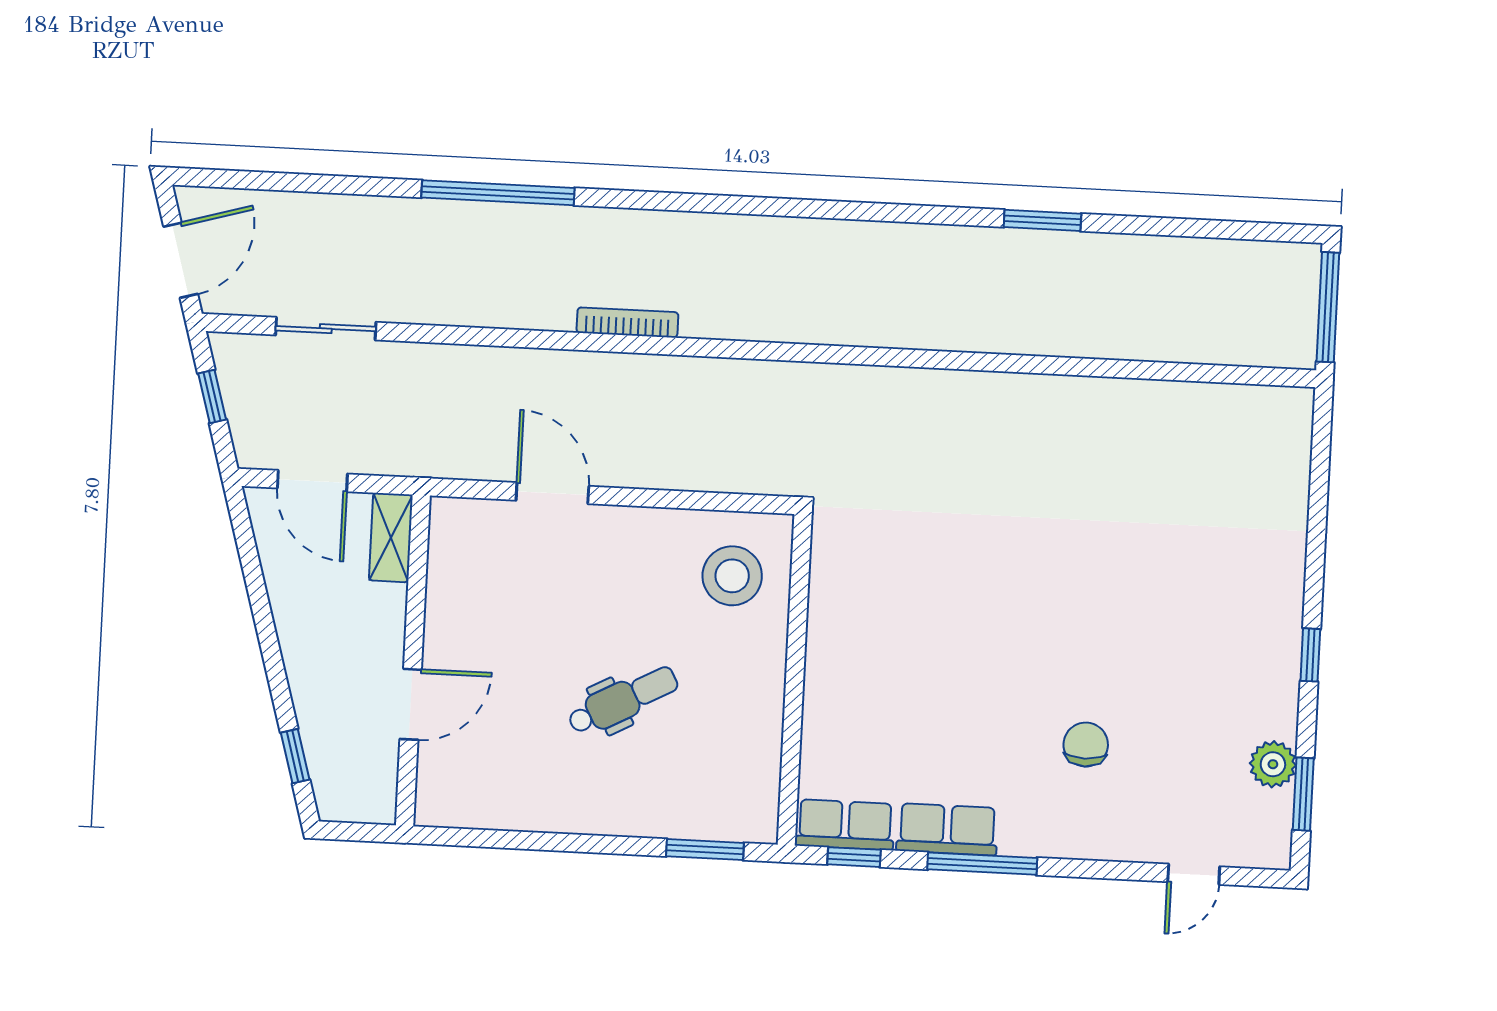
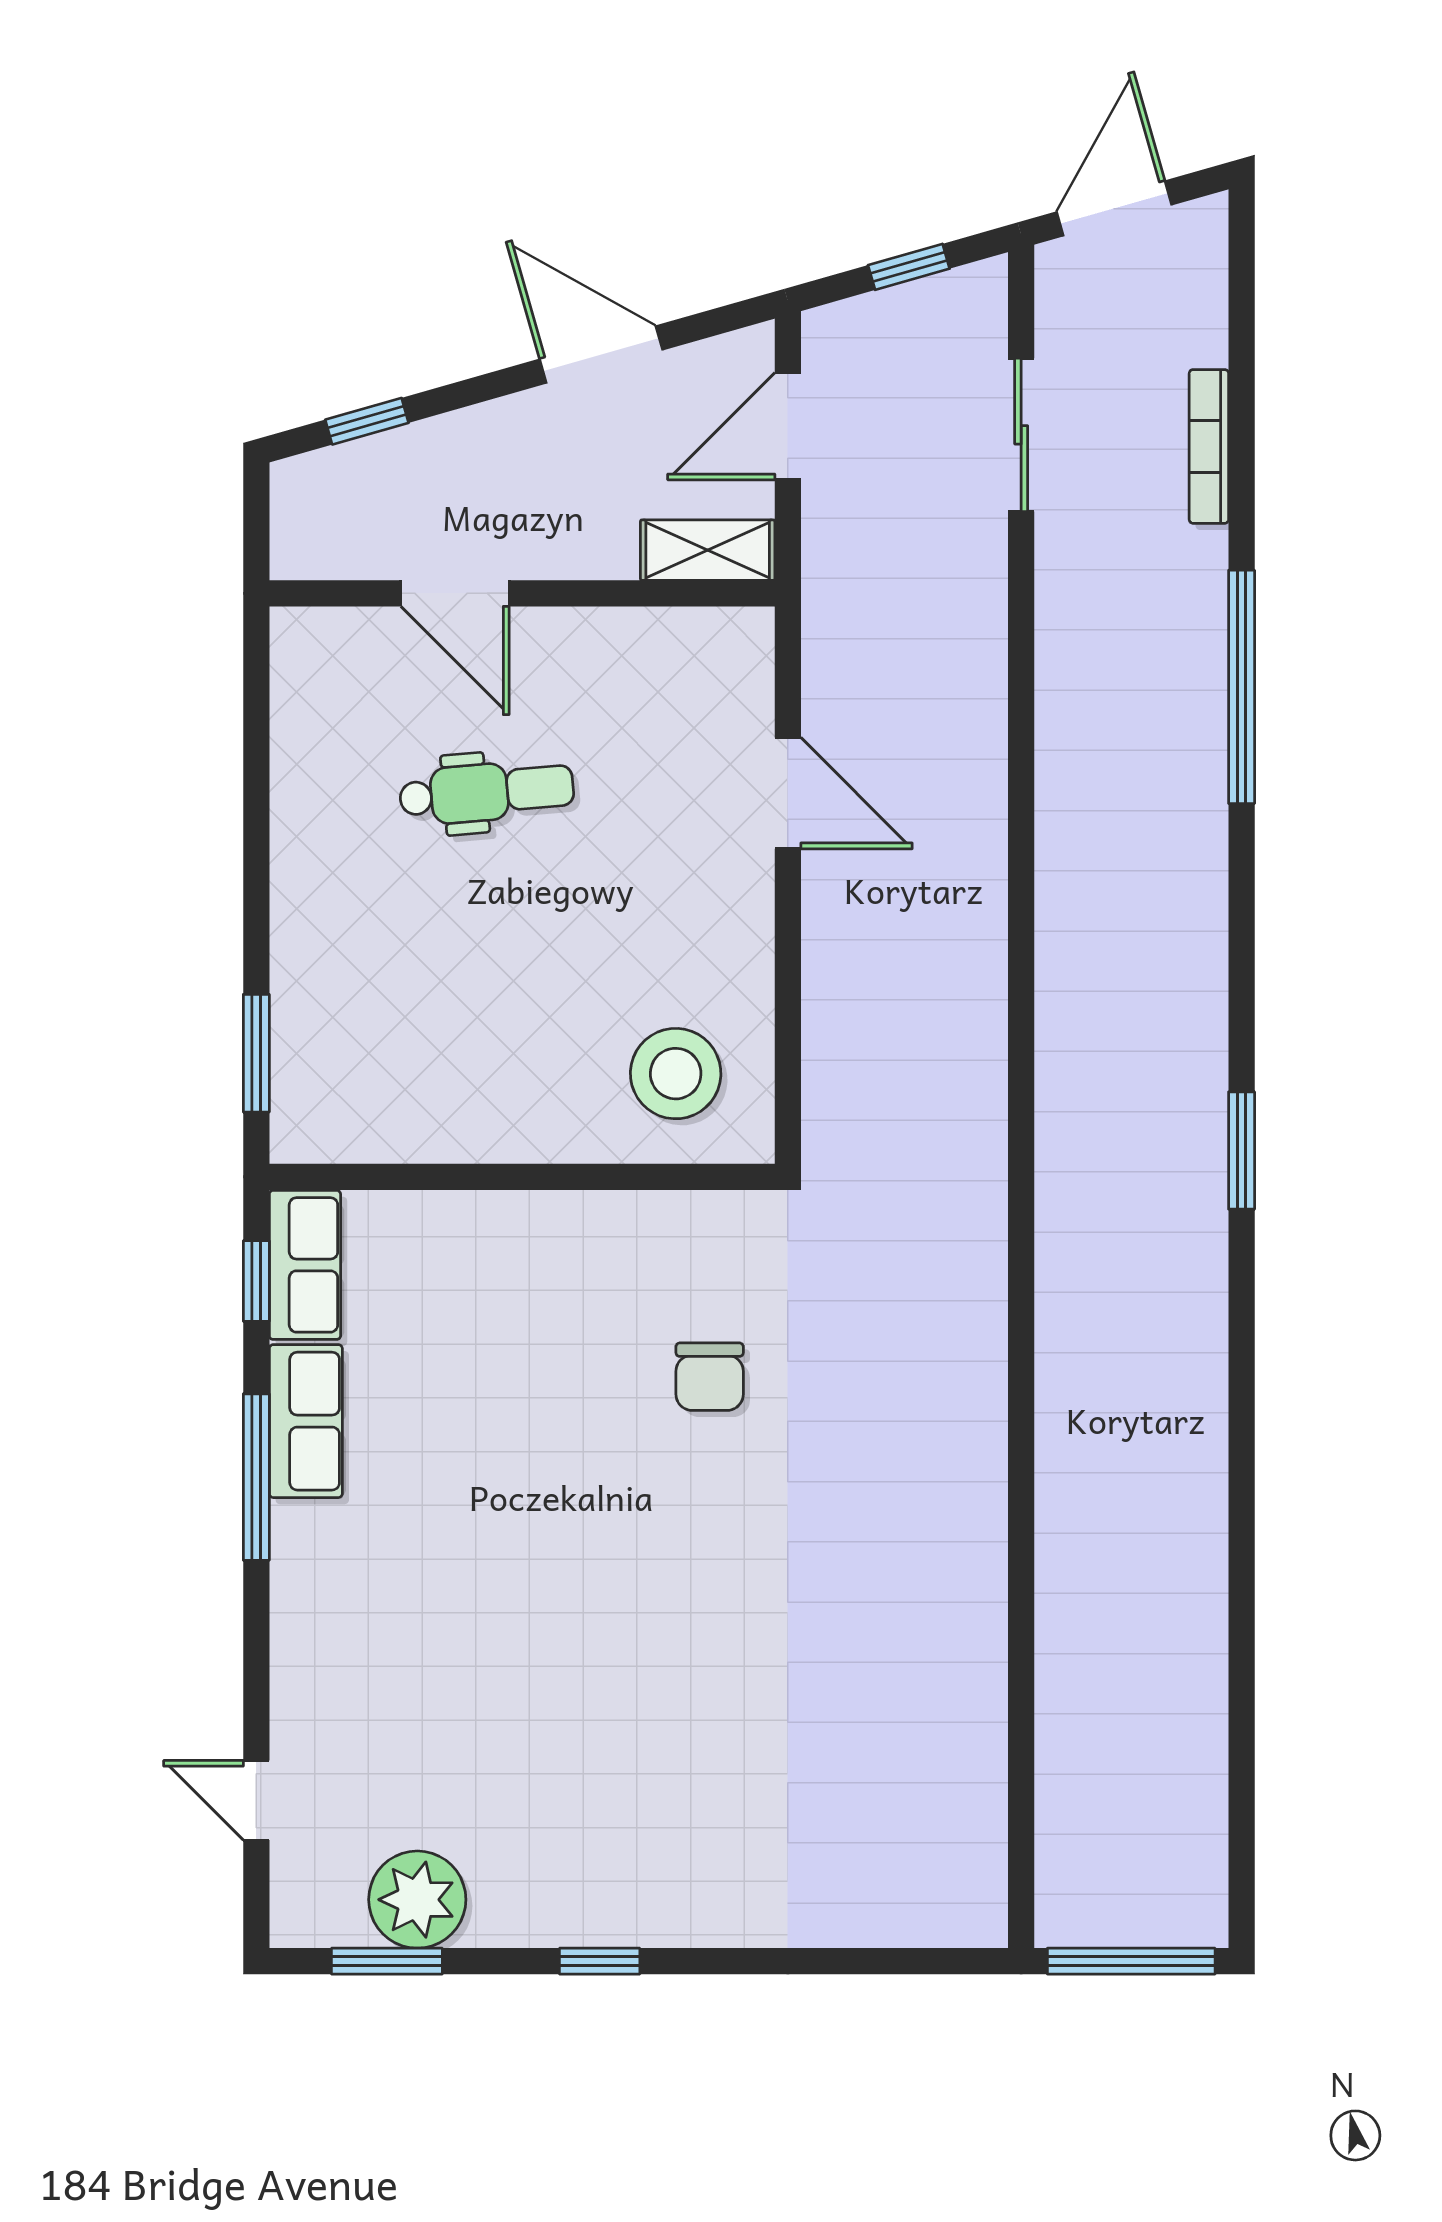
window: (1042, 220) -> (1242, 1150), moved
door: (181, 260) -> (1114, 208), swing flipped
bookcase: (627, 322) -> (1209, 446), moved, turned 180
door: (552, 493) -> (788, 793), hinge flipped
door: (259, 601) -> (601, 355), added
dental chair: (623, 700) -> (487, 792), moved, turned -67
chair: (1086, 745) -> (710, 1377), moved, turned 90
plant: (1273, 764) -> (417, 1900), width x1.36, depth x1.36

